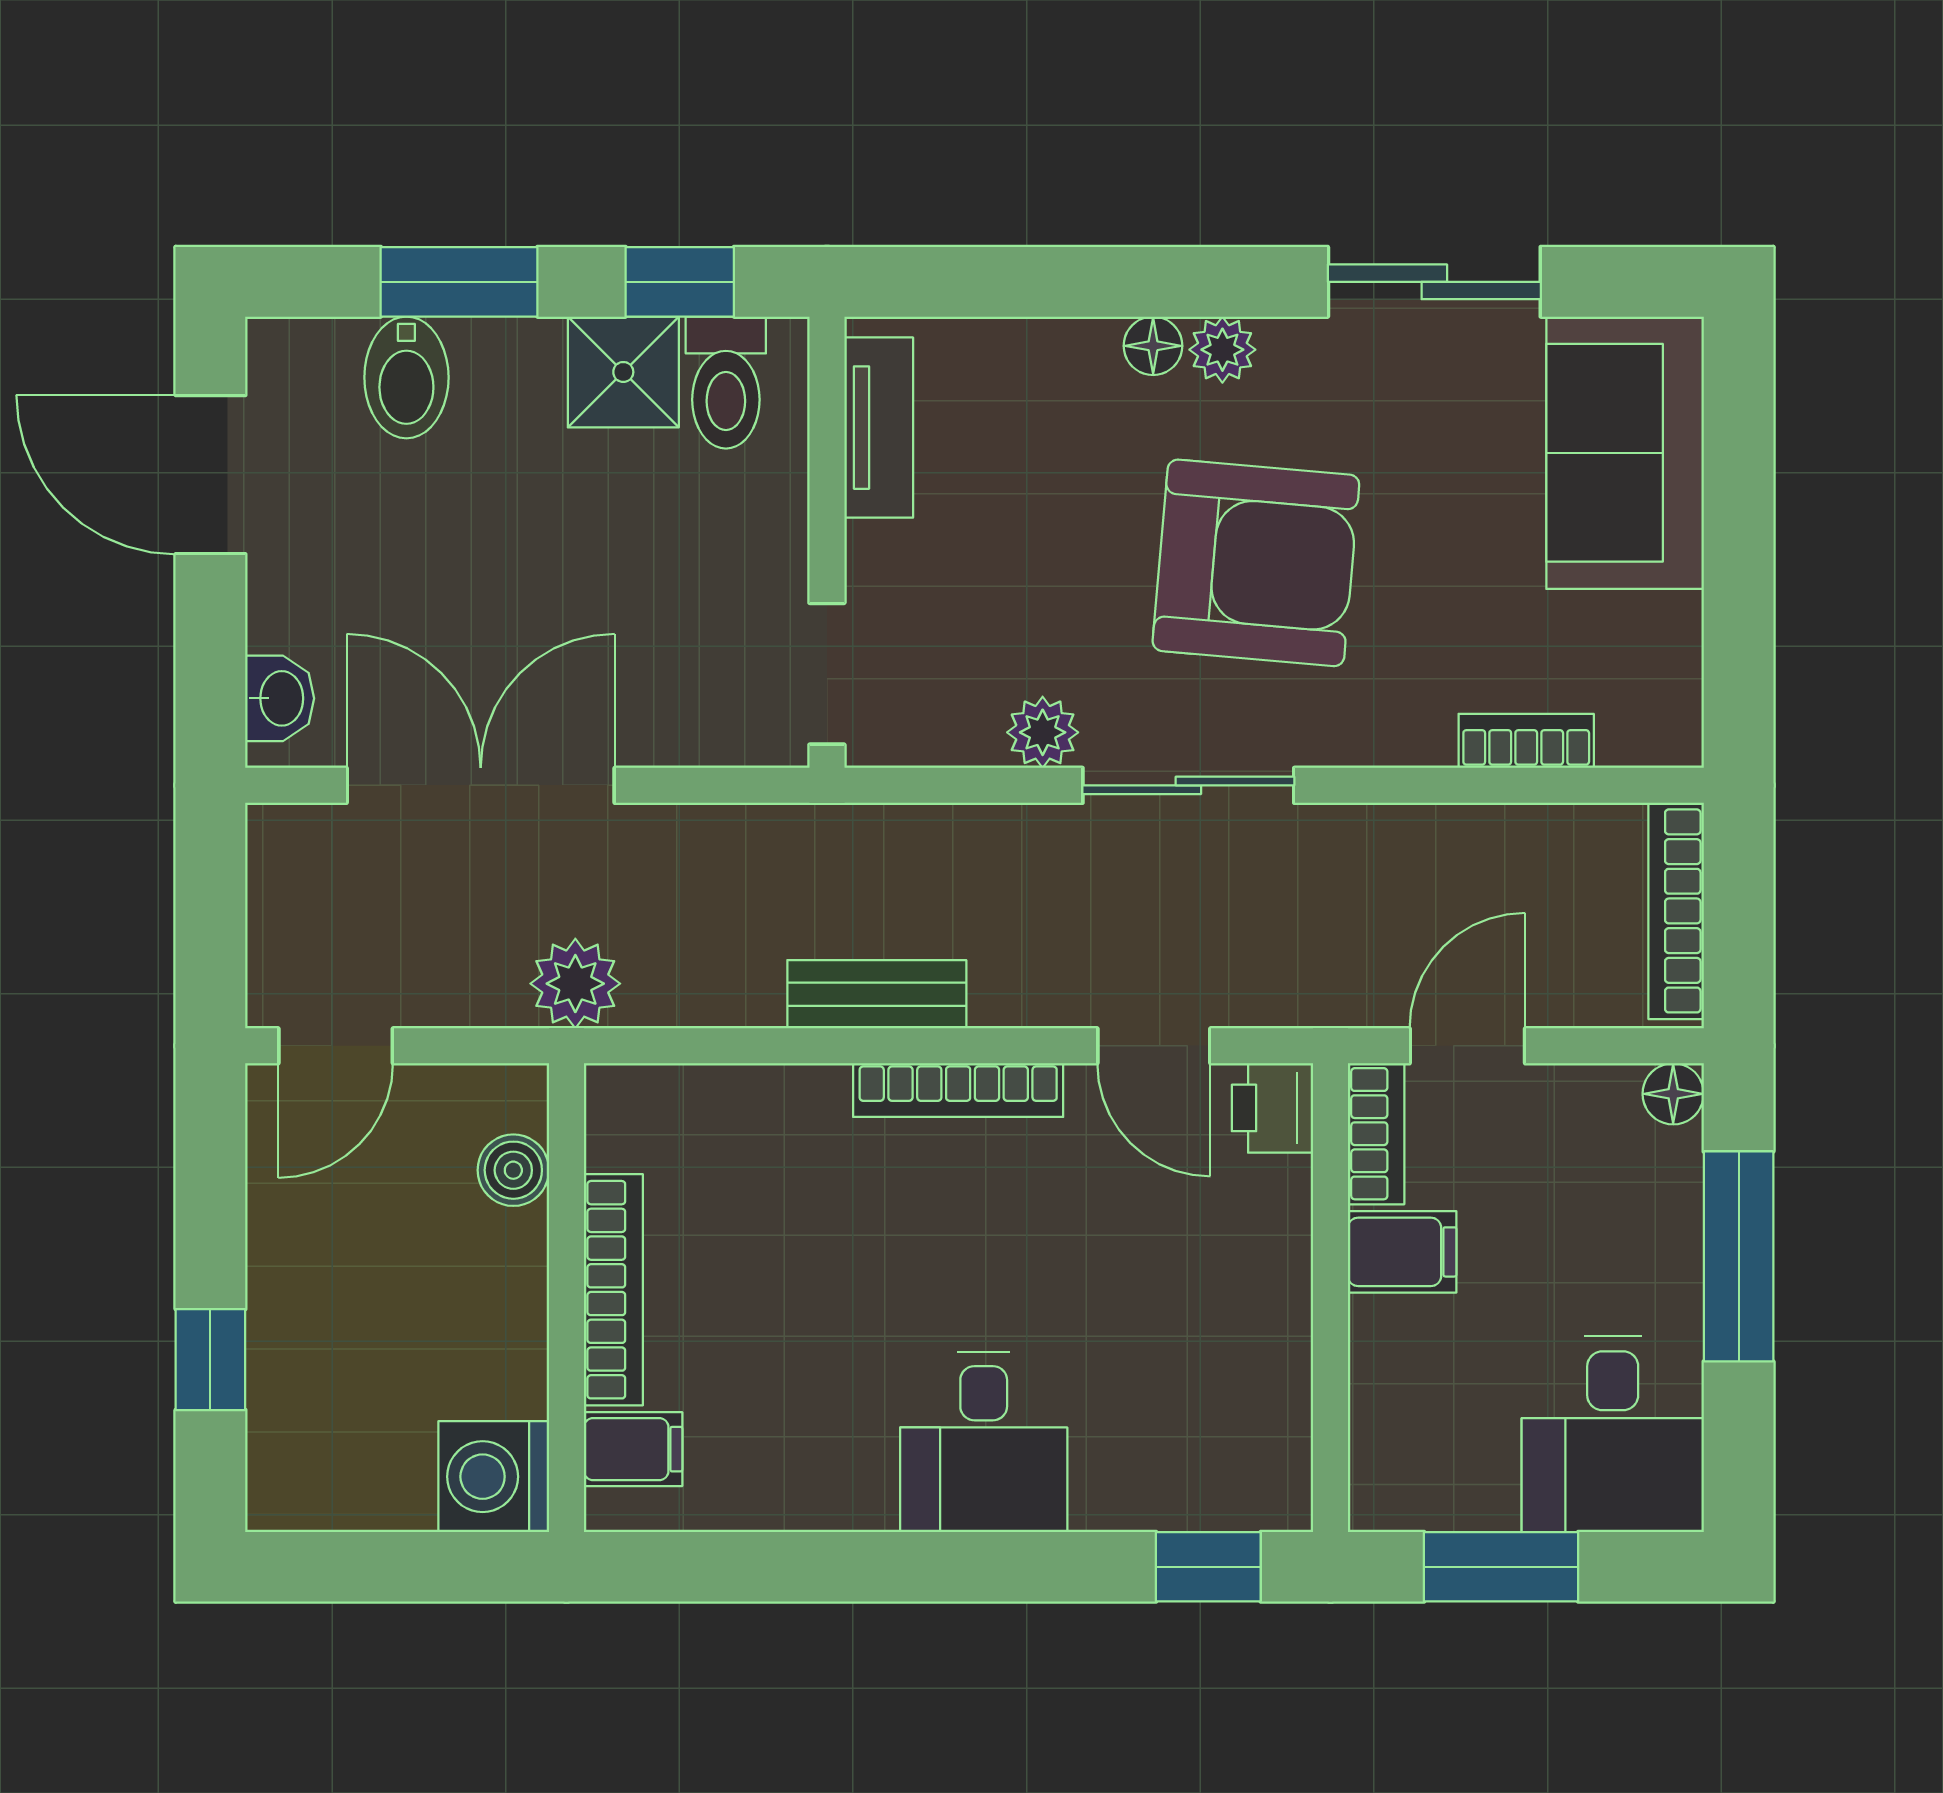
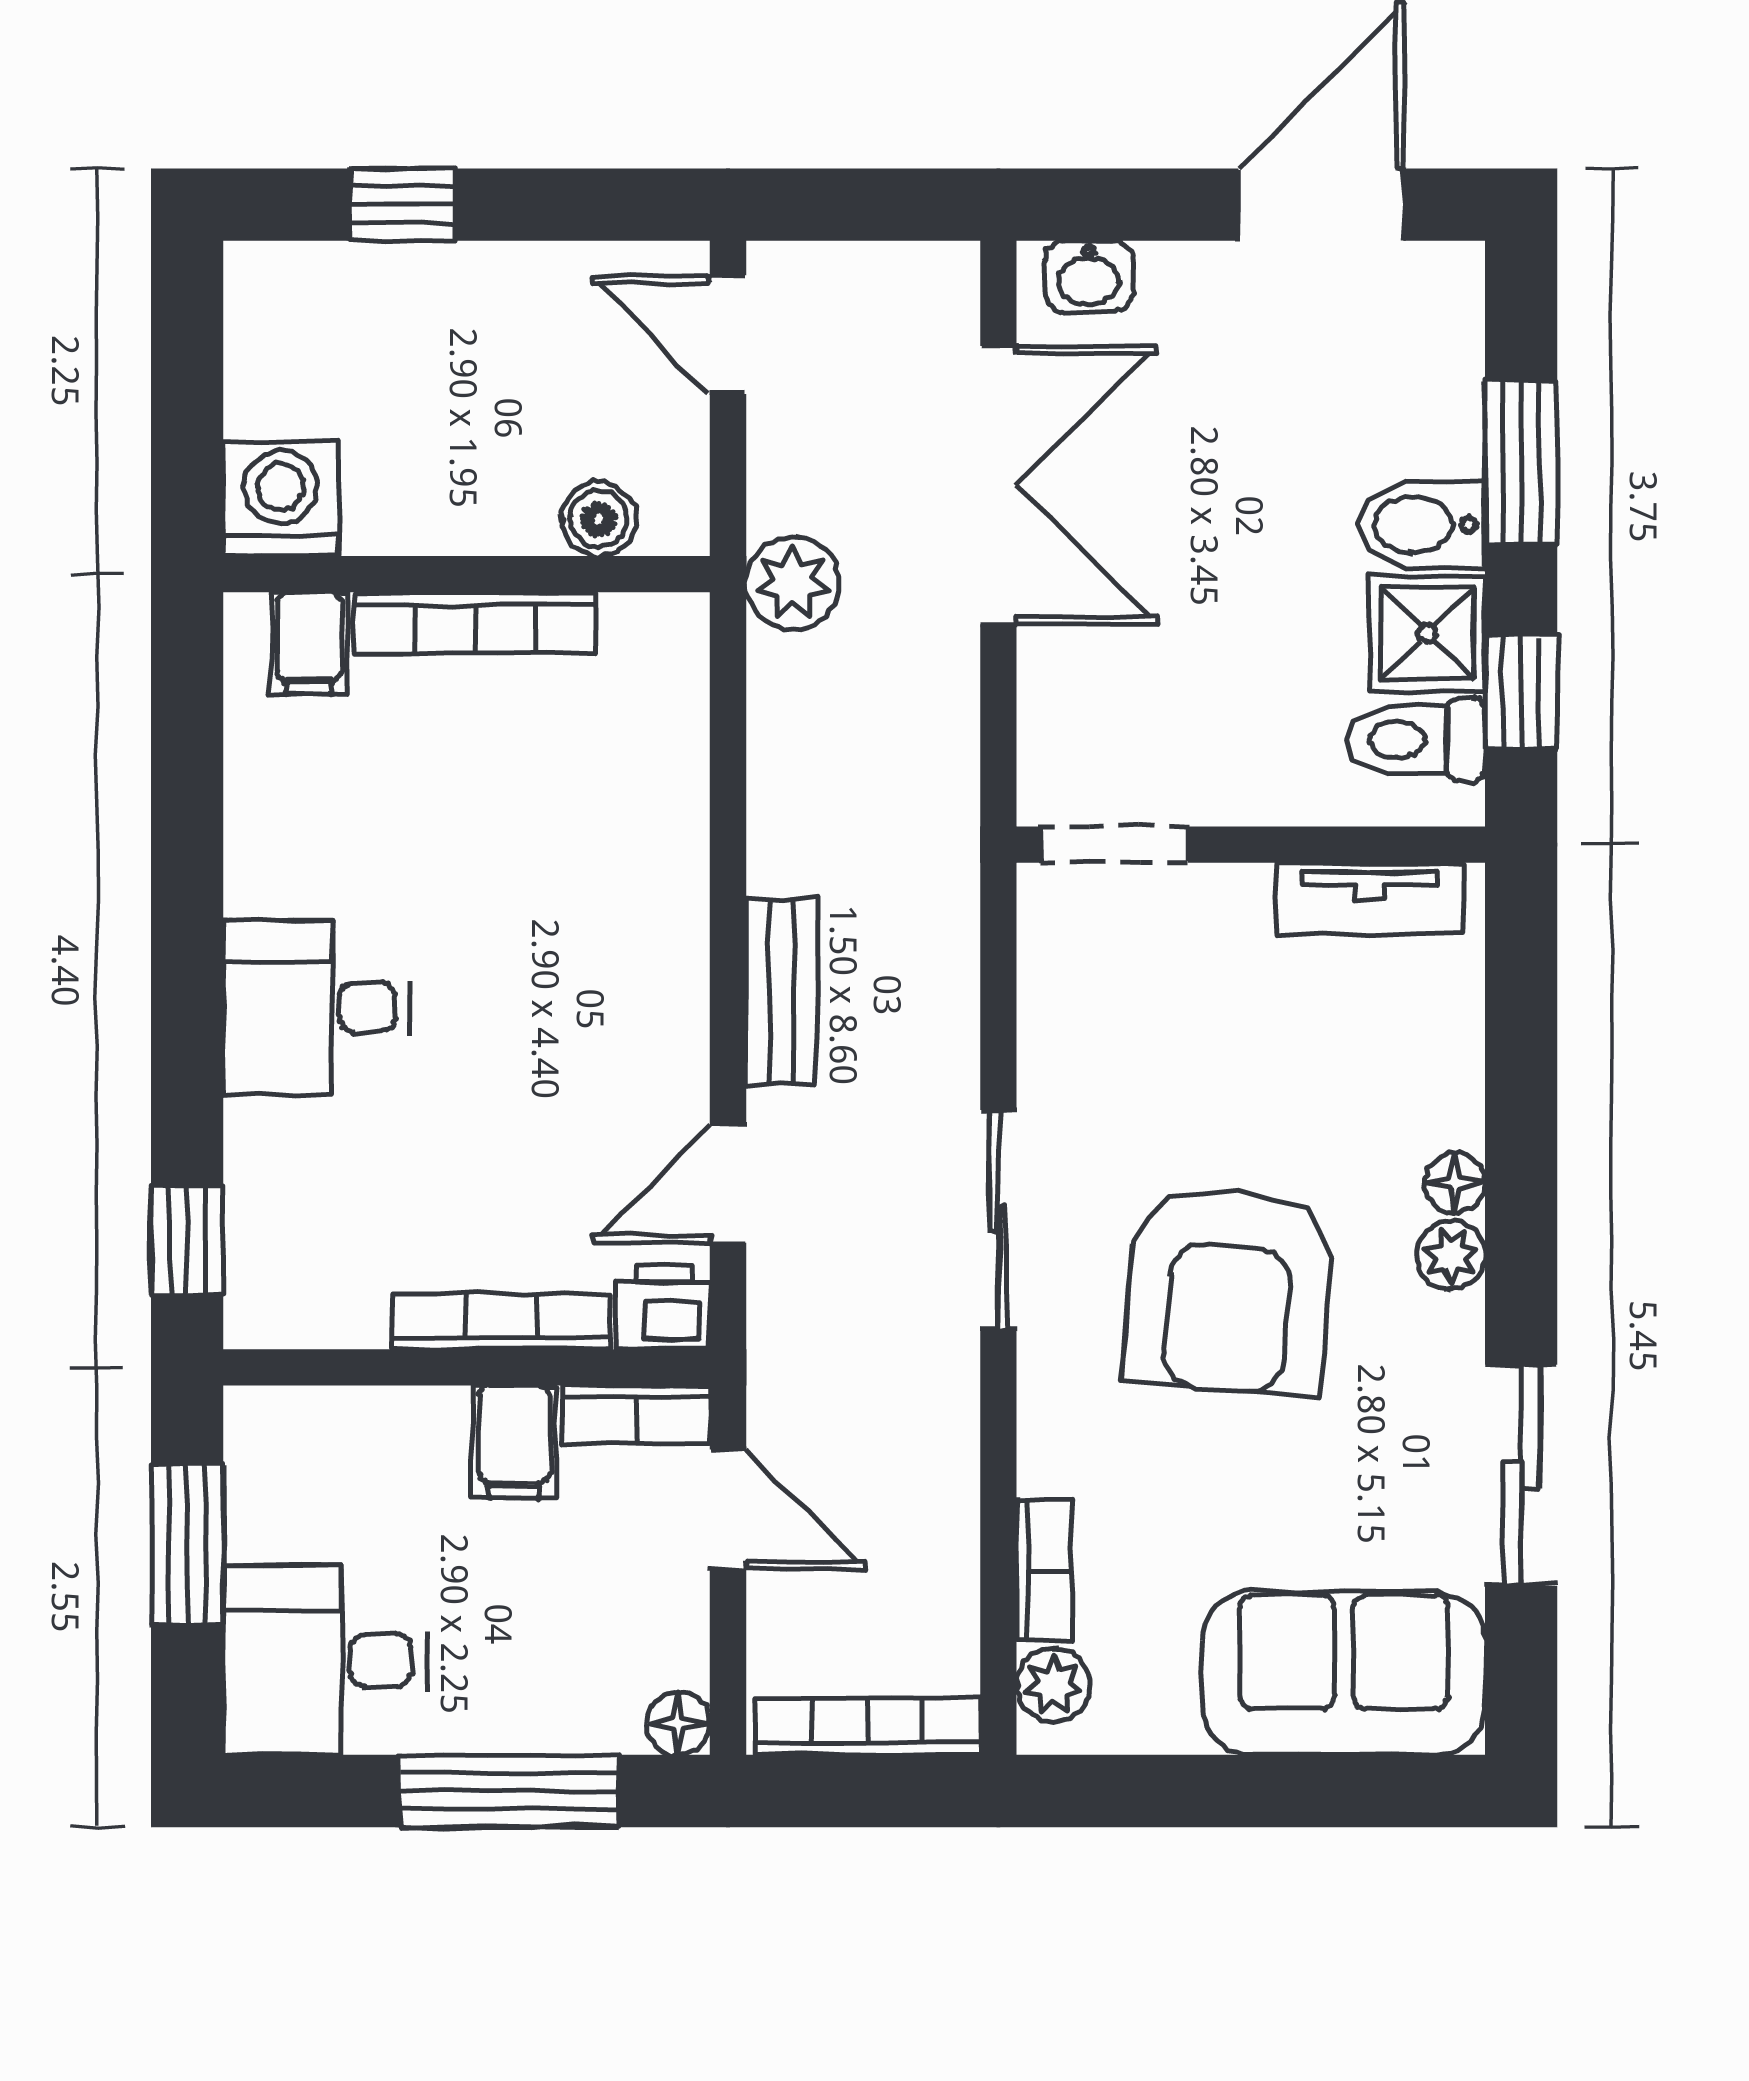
bidet: (406, 377) -> (1422, 525), moved
plant: (1043, 732) -> (1053, 1685), moved
bench: (877, 994) -> (781, 991), moved
bookcase: (958, 1090) -> (501, 1321), moved, turned 90

